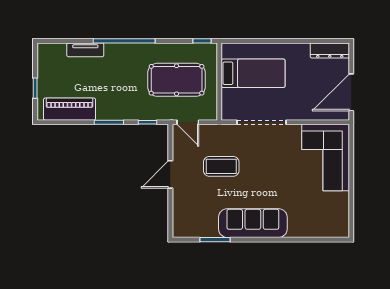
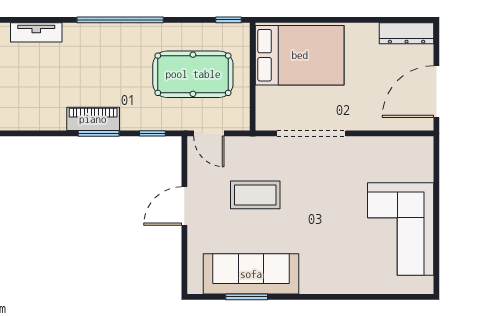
tv unit: (85, 50) -> (36, 32), moved
bed: (253, 73) -> (300, 55), width x1.50
piano: (69, 109) -> (93, 119), moved, width x0.73, depth x0.75
corner sofa: (326, 157) -> (401, 229), moved
sofa: (253, 223) -> (251, 274), moved

